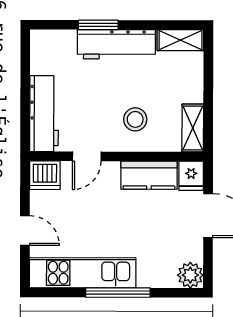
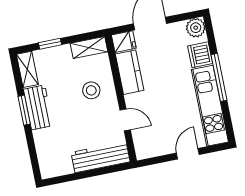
window: (98, 25) -> (24, 110), moved
workbench: (116, 44) -> (38, 107), width x0.73
window: (208, 77) -> (50, 44), added
dishwasher: (45, 175) -> (200, 55), moved, turned 180

